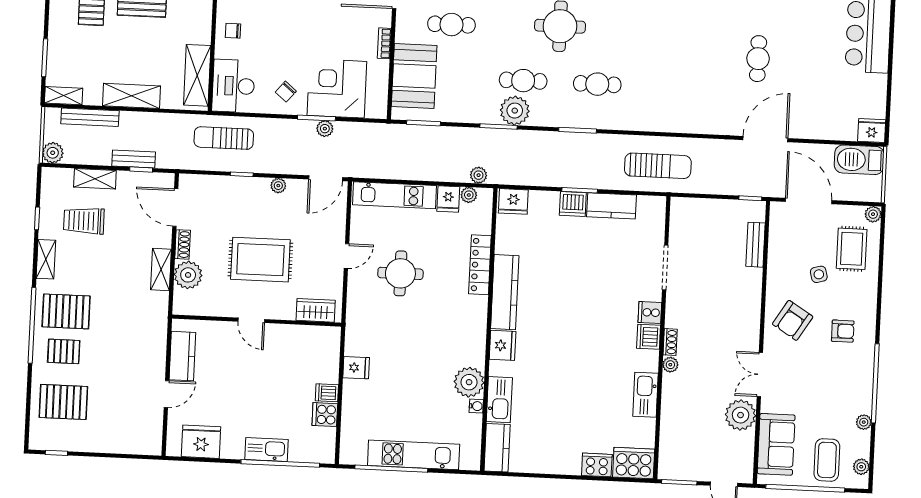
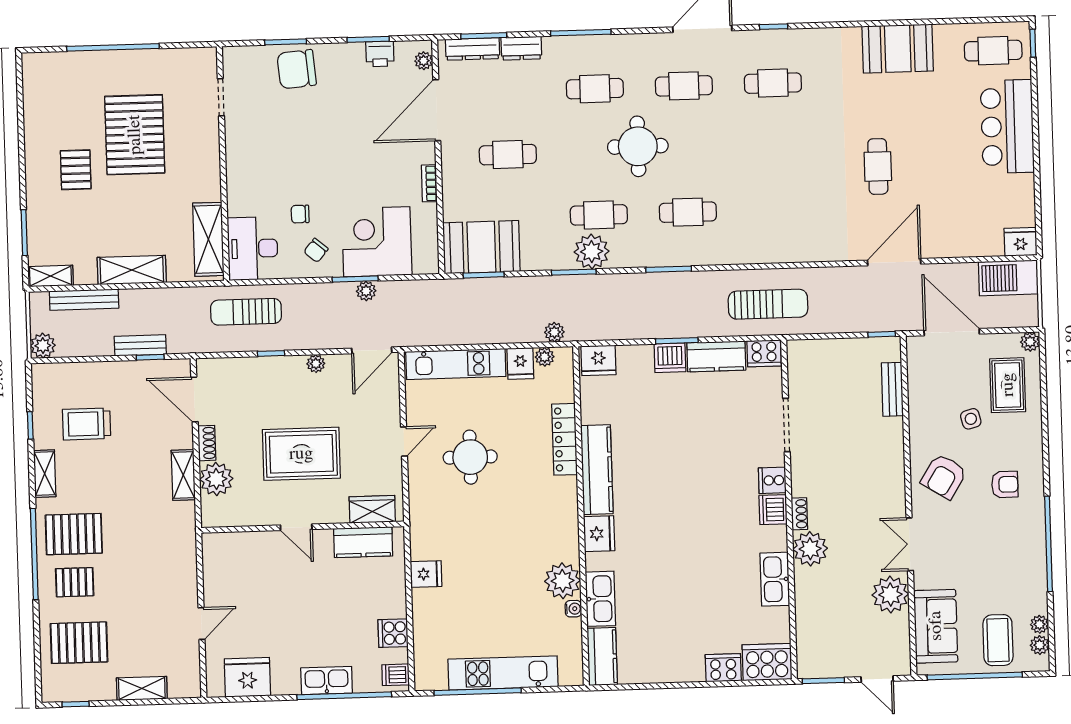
chair: (233, 31) -> (300, 214), moved
booth: (414, 76) -> (481, 247), moved, turned 90
shelving: (95, 179) -> (142, 688), moved
cooker: (651, 206) -> (764, 353), added
kitchen counter: (182, 356) -> (363, 542), moved, turned 90
plant: (670, 365) -> (810, 549), width x1.88, depth x1.88
dishwasher: (327, 393) -> (396, 675), moved
plant: (864, 422) -> (1040, 624), moved

